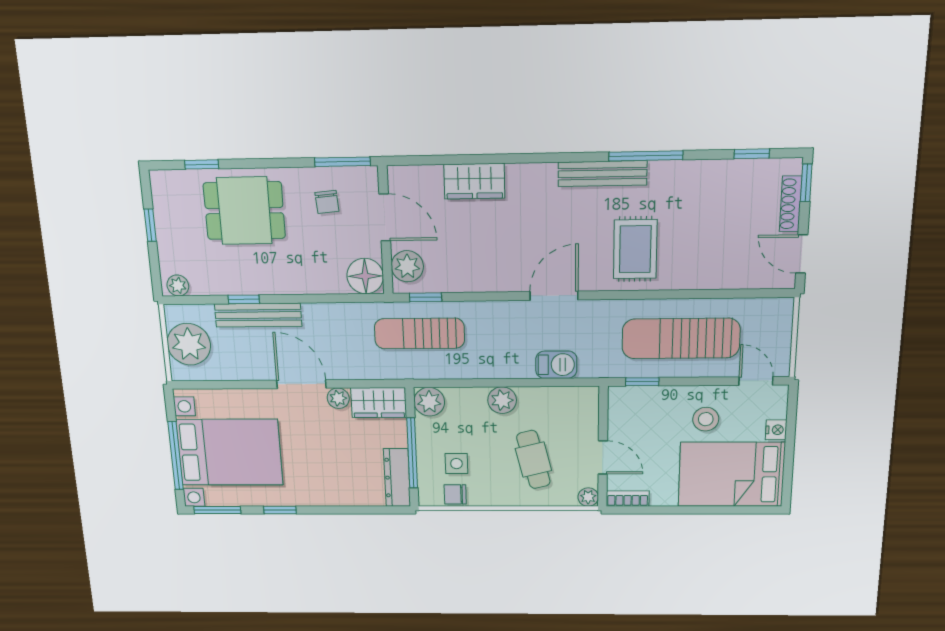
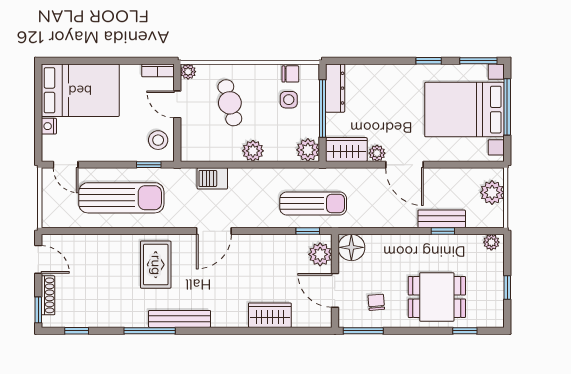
bench: (258, 315) -> (442, 219), width x0.73
plant: (189, 344) -> (492, 193), width x0.73, depth x0.73
stool: (706, 419) -> (158, 140), moved

